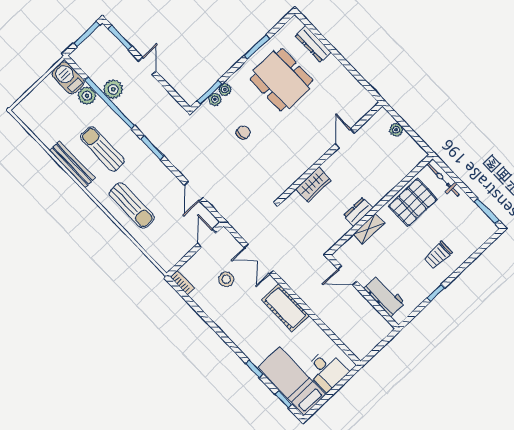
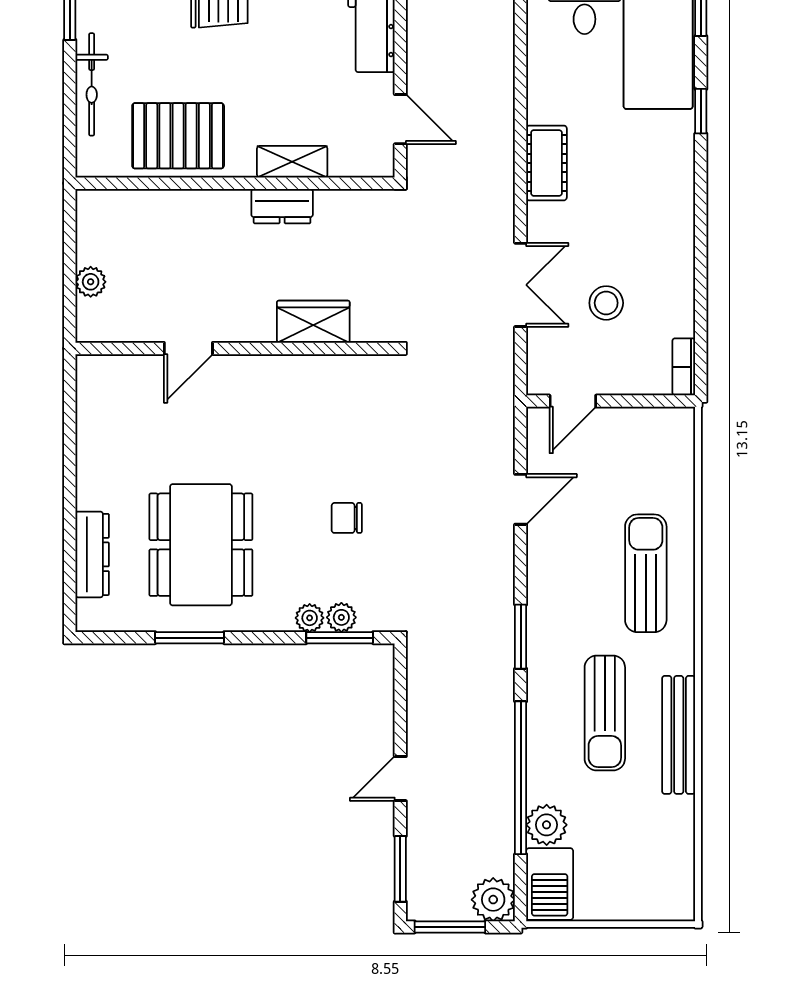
plant: (113, 89) -> (493, 900), moved
bicycle: (443, 179) -> (92, 84), moved
cot: (285, 308) -> (546, 163), width x0.73, depth x0.75

